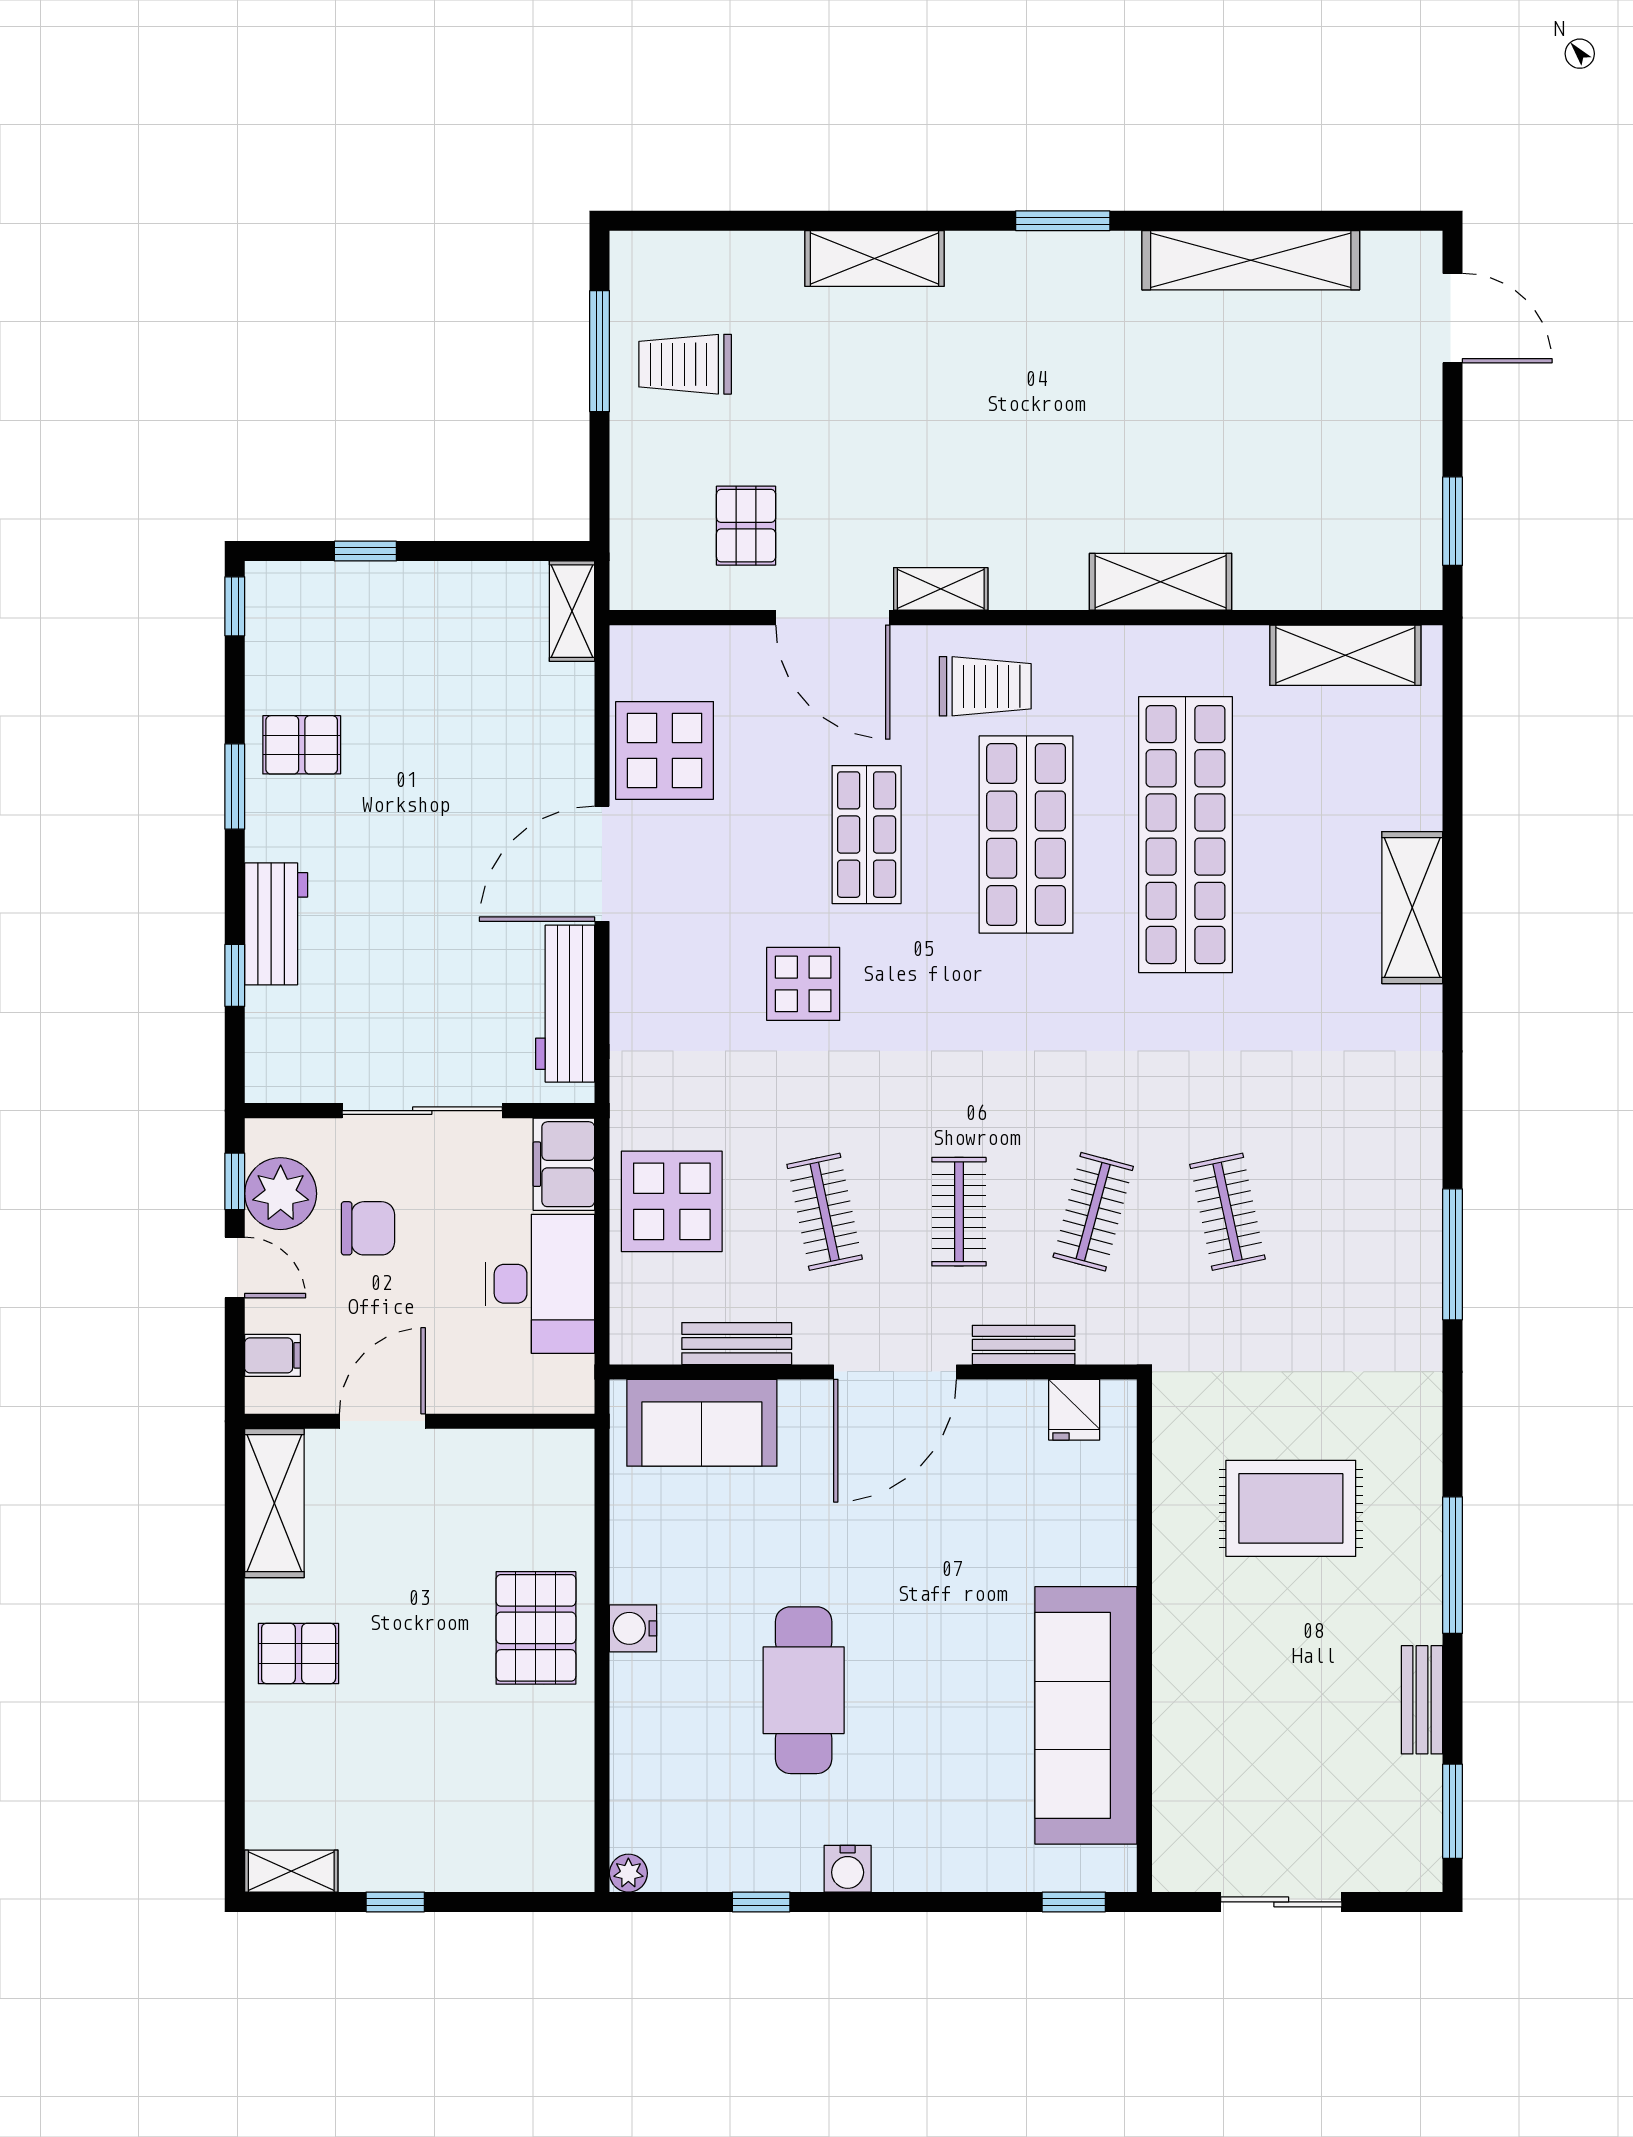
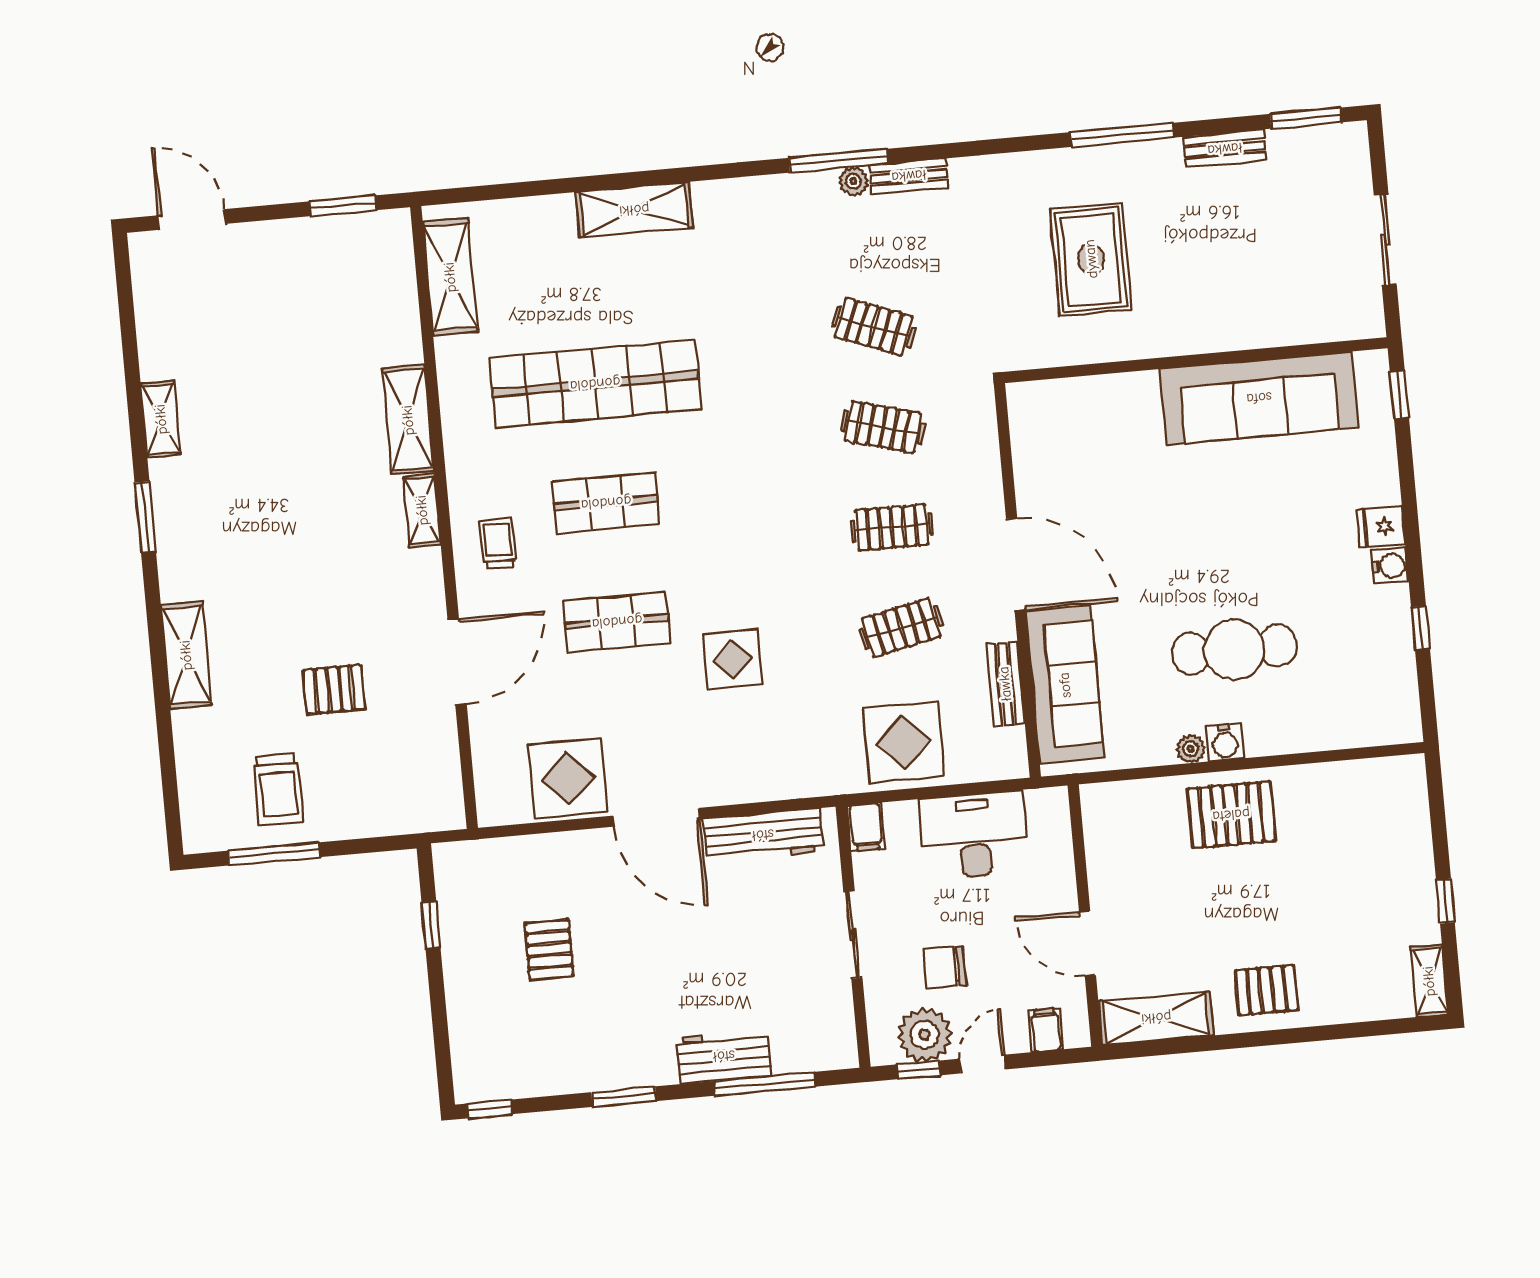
shelving: (1251, 260) -> (161, 419), width x0.45, depth x0.75
door: (1453, 318) -> (192, 220), hinge flipped
pallet: (746, 526) -> (334, 690), moved
window: (365, 551) -> (431, 925), moved
shelving: (941, 589) -> (422, 510), moved
shelving: (572, 611) -> (470, 857), removed
trolley: (985, 686) -> (498, 543), width x0.73, depth x0.72
pallet: (302, 745) -> (549, 950), moved
shop shelf: (1026, 835) -> (606, 503), width x0.70, depth x0.74
window: (235, 975) -> (765, 1084), width x2.17
sliding door: (422, 1111) -> (853, 935), width x0.73
filing cabinet: (564, 1164) -> (866, 827), width x0.50
plant: (1423, 1202) -> (853, 181), added
clothes rail: (1227, 1212) -> (874, 327), turned 33
chair: (368, 1228) -> (944, 967), turned -90
window: (1453, 1254) -> (838, 161), moved
bench: (1024, 1345) -> (909, 176), moved, turned 90
fridge: (1074, 1410) -> (1381, 527), moved, turned 180
sofa: (702, 1423) -> (1065, 685), width x1.36
pallet: (299, 1654) -> (1267, 990), turned 90
cafe table: (804, 1690) -> (1234, 650), moved
plant: (628, 1873) -> (1191, 749), moved

